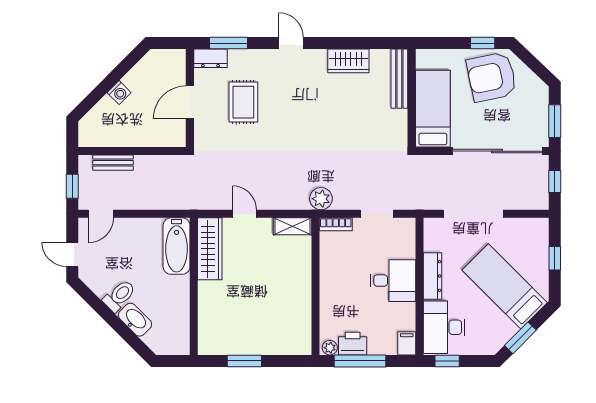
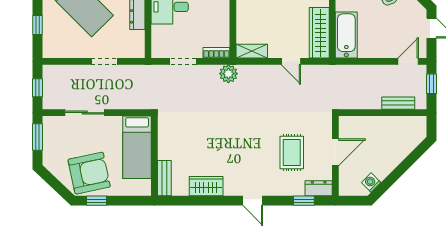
window: (229, 43) -> (304, 201), width x0.67
bench: (399, 79) -> (164, 178), width x0.73
washing machine: (119, 93) -> (371, 183), moved
sliding door: (497, 151) -> (85, 113), width x0.54
doorway: (473, 214) -> (104, 61), width x0.53

